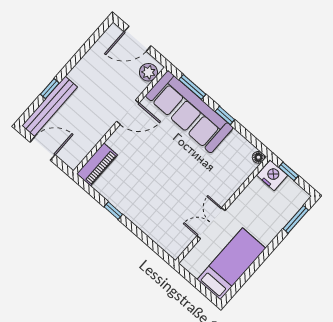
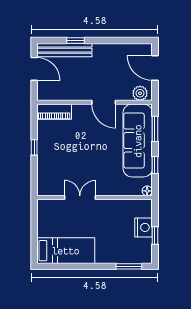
floor lamp: (258, 157) -> (147, 191), moved
wall: (223, 210) -> (95, 198), moved
double door: (211, 223) -> (80, 198), moved

